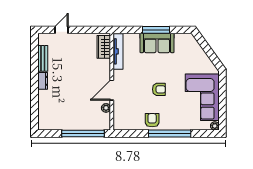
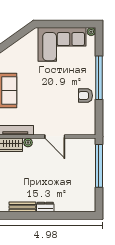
armchair: (159, 89) -> (54, 89), removed
plant: (106, 108) -> (28, 143), moved

